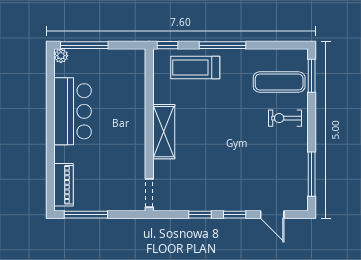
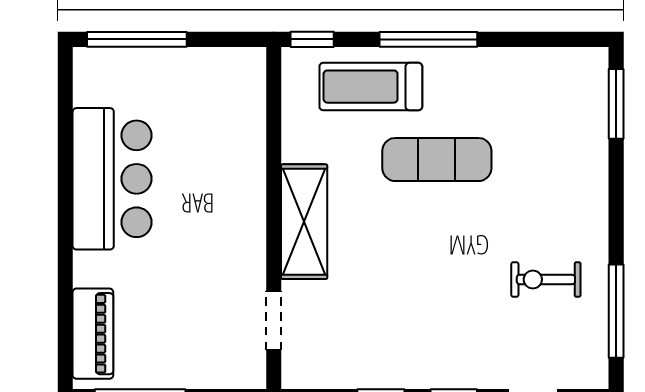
plant: (61, 56) -> (88, 62), removed
exercise mat: (279, 82) -> (437, 160), moved
exercise bike: (285, 118) -> (546, 279), moved
doorway: (149, 193) -> (274, 320), moved

